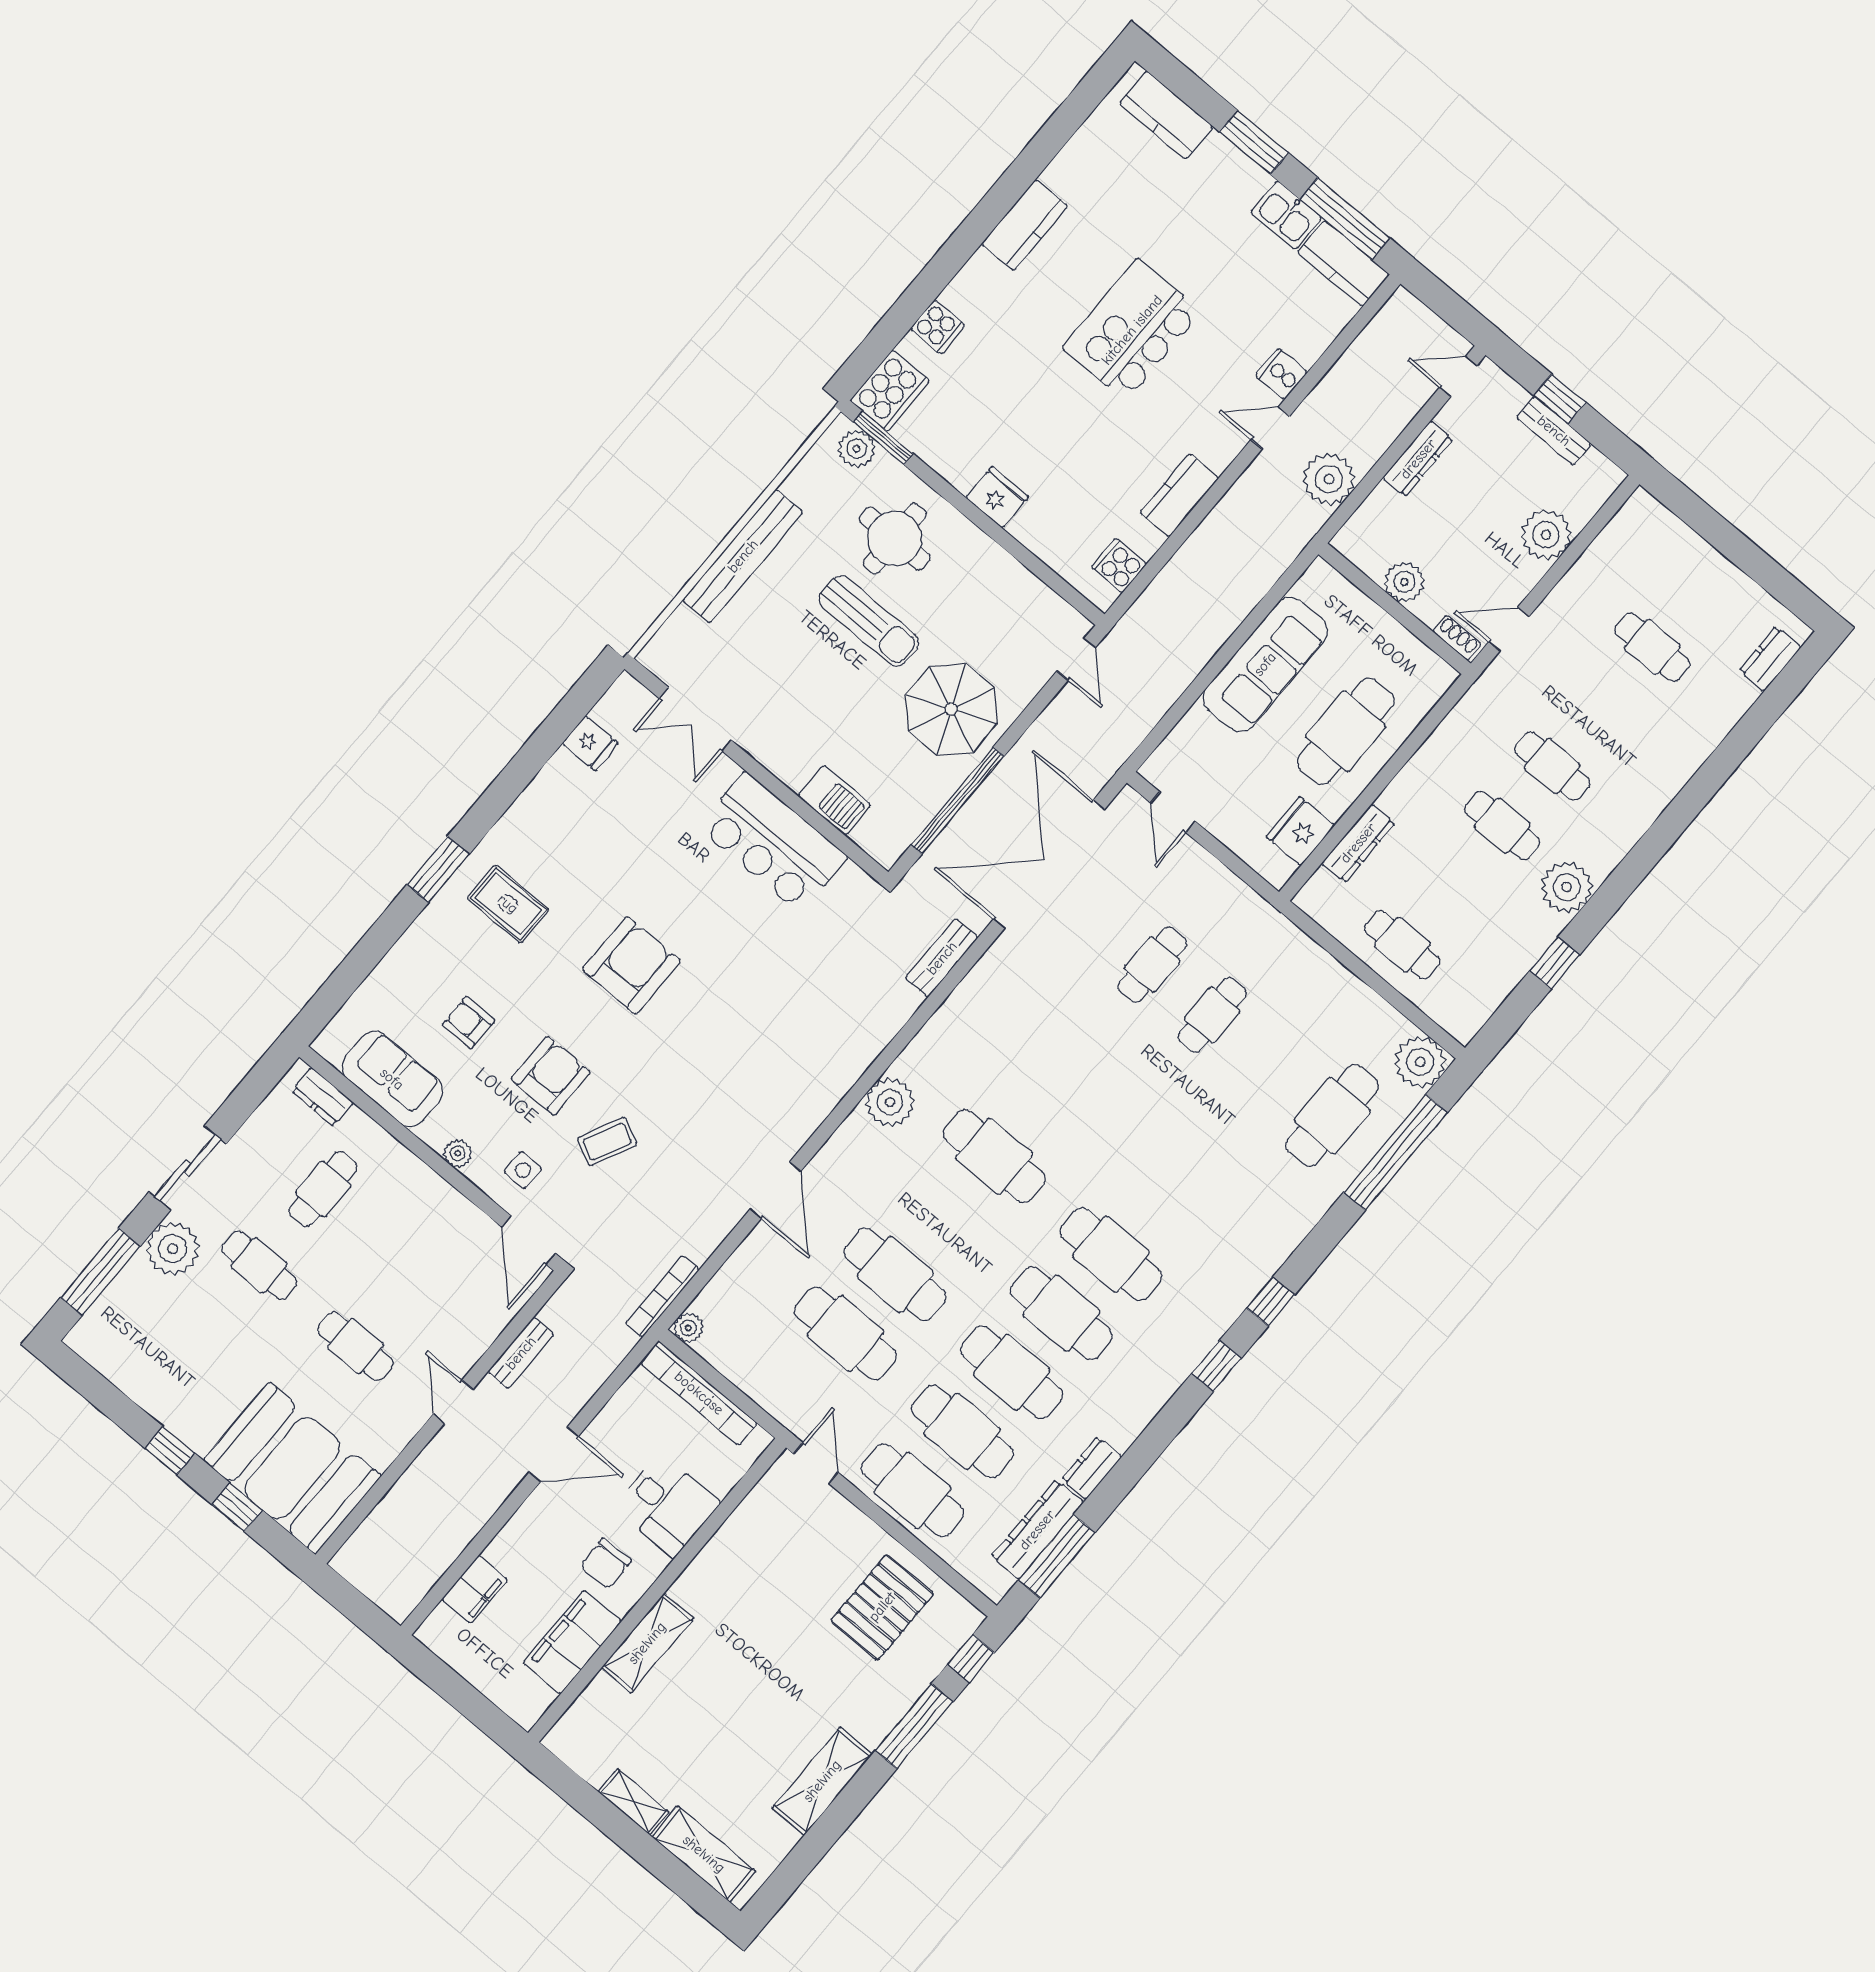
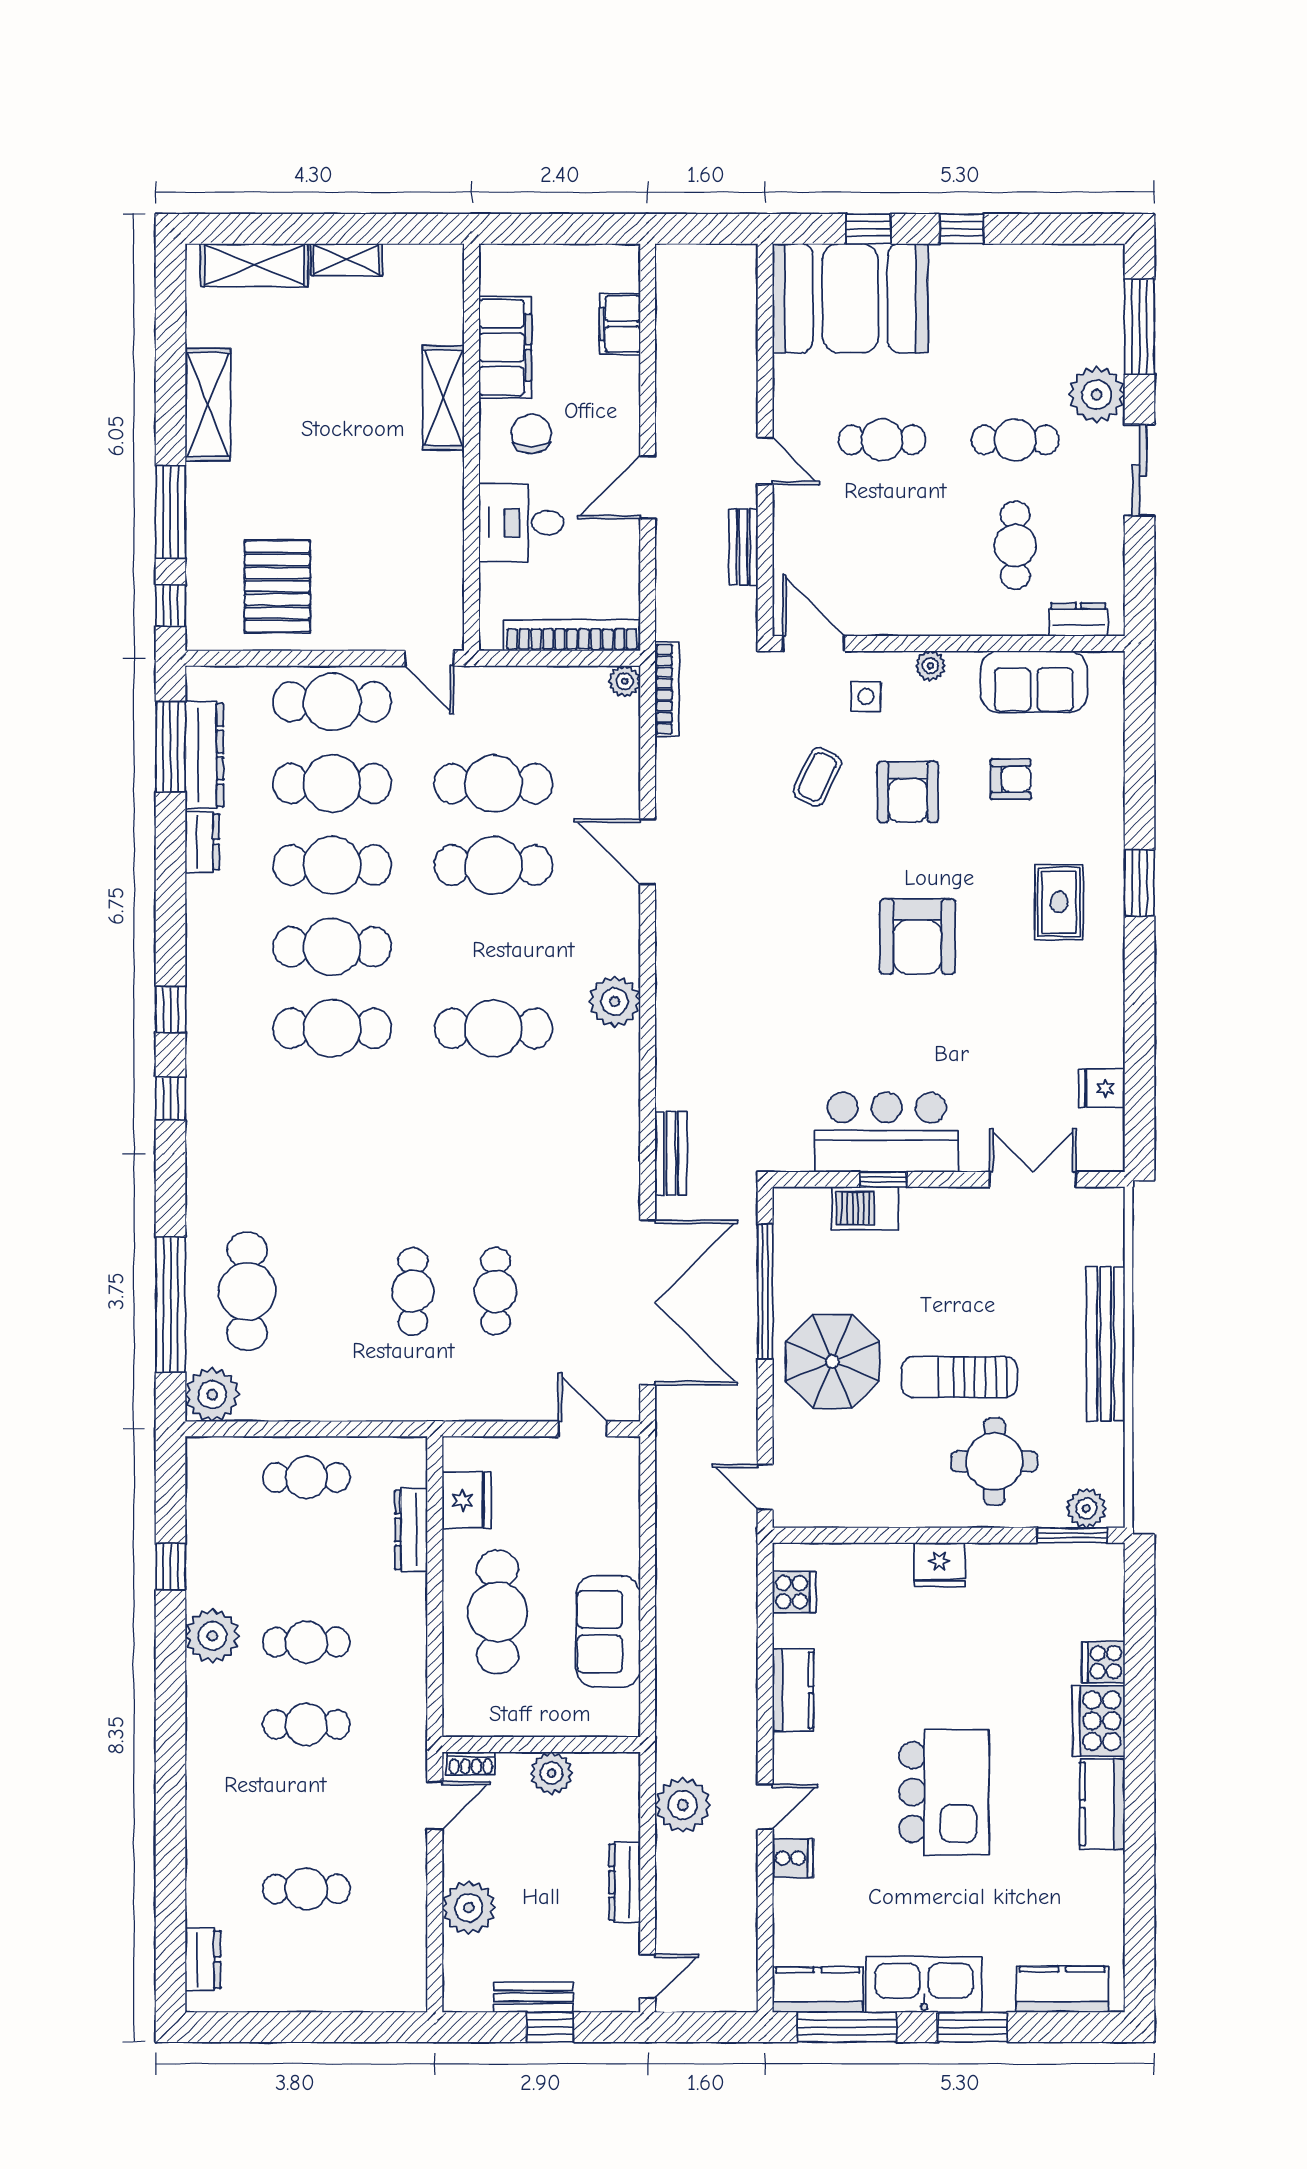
kitchen sink: (1286, 215) -> (924, 1985), width x1.87, depth x1.24
cooker: (890, 391) -> (1099, 1721), moved
sofa: (1265, 664) -> (608, 1632), width x0.73
window: (804, 810) -> (883, 1179), added
rug: (508, 904) -> (1059, 902), turned 90

